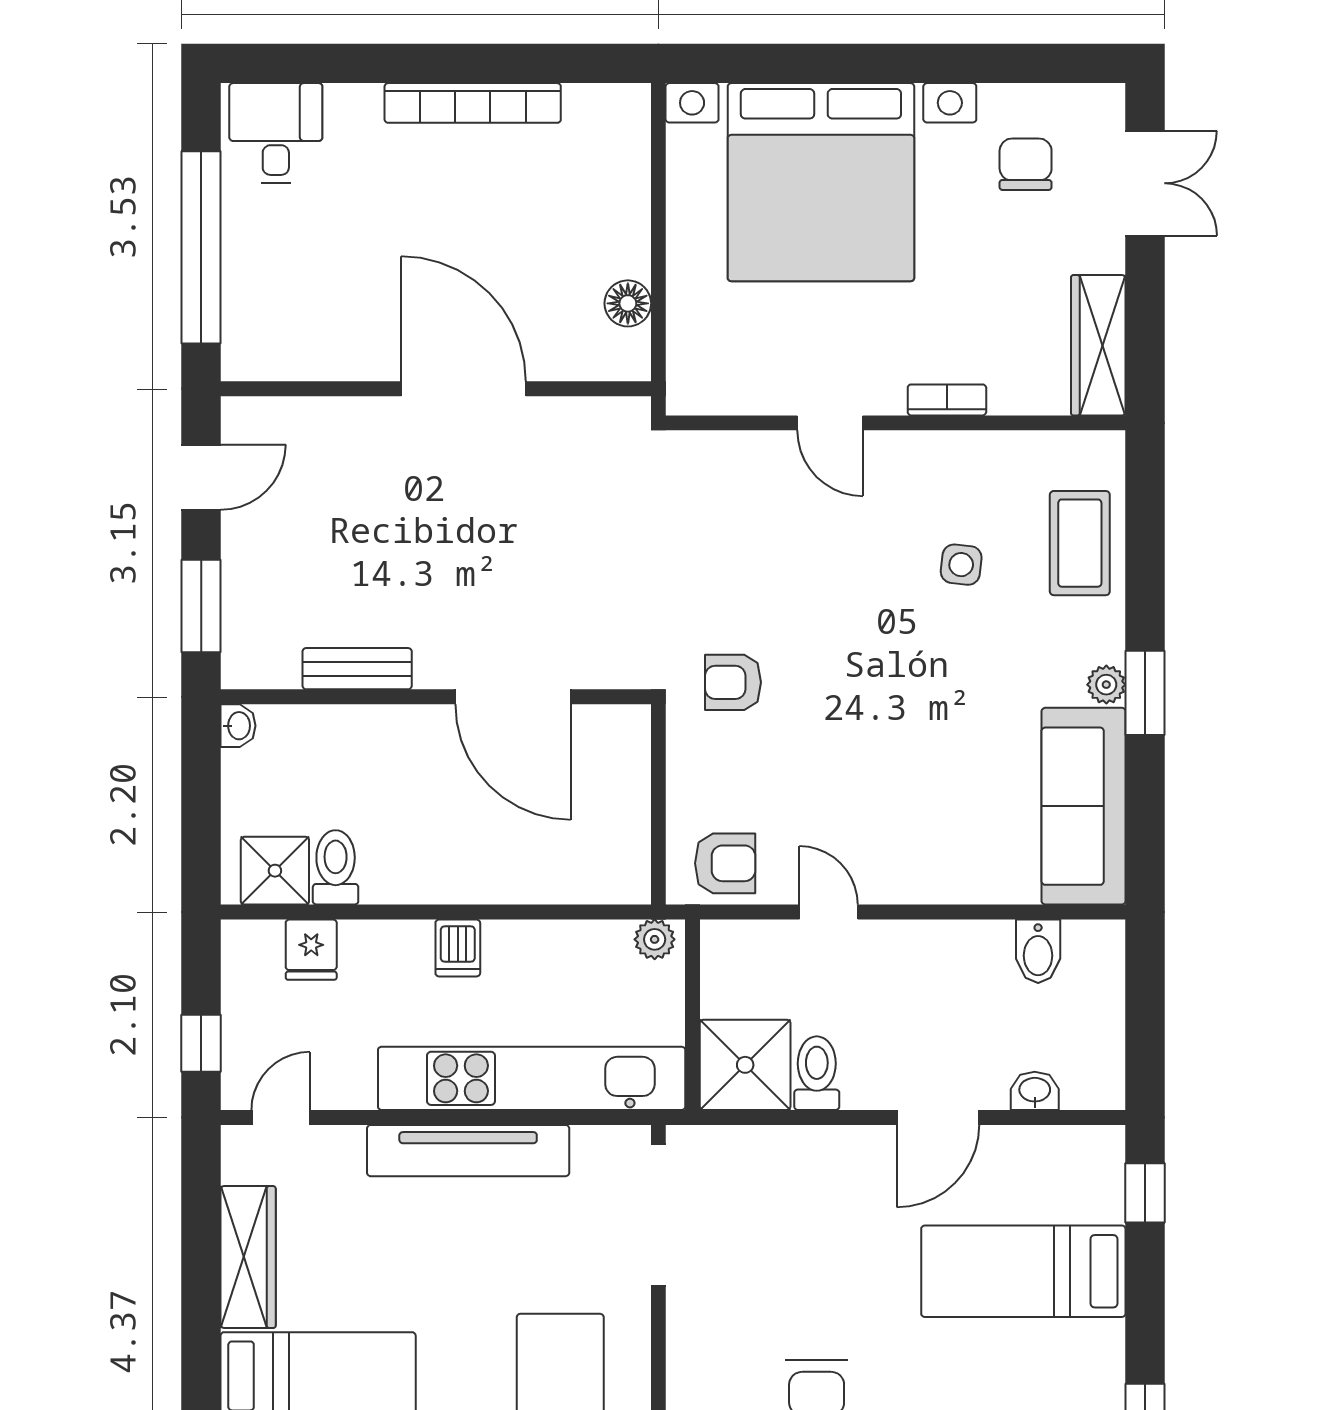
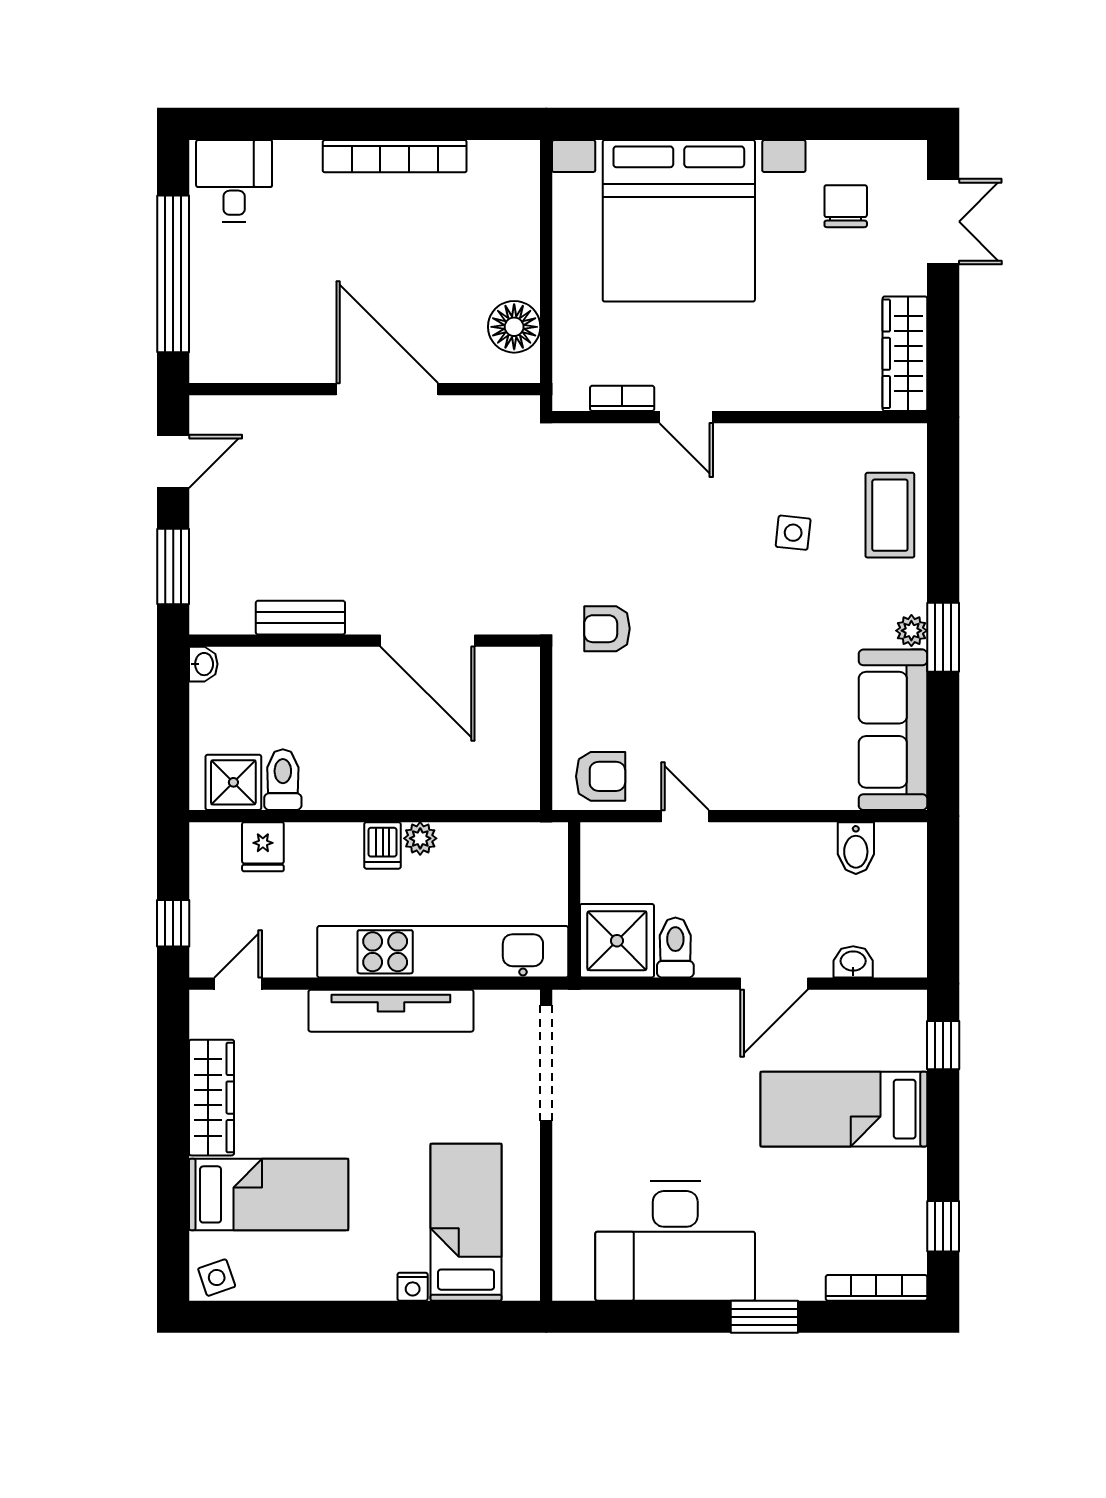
floor lamp: (628, 303) -> (514, 327), width x1.38, depth x1.38
bookcase: (947, 400) -> (622, 398), moved
plant: (655, 939) -> (420, 838), moved

